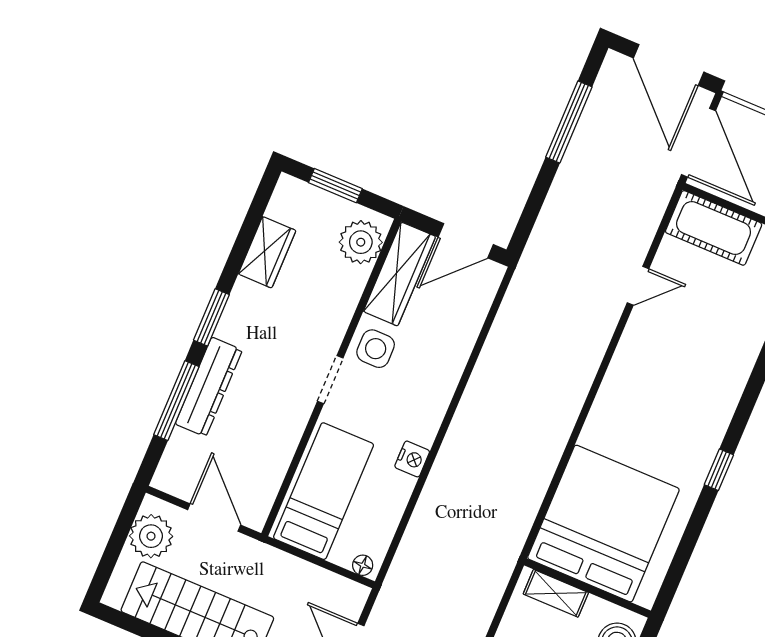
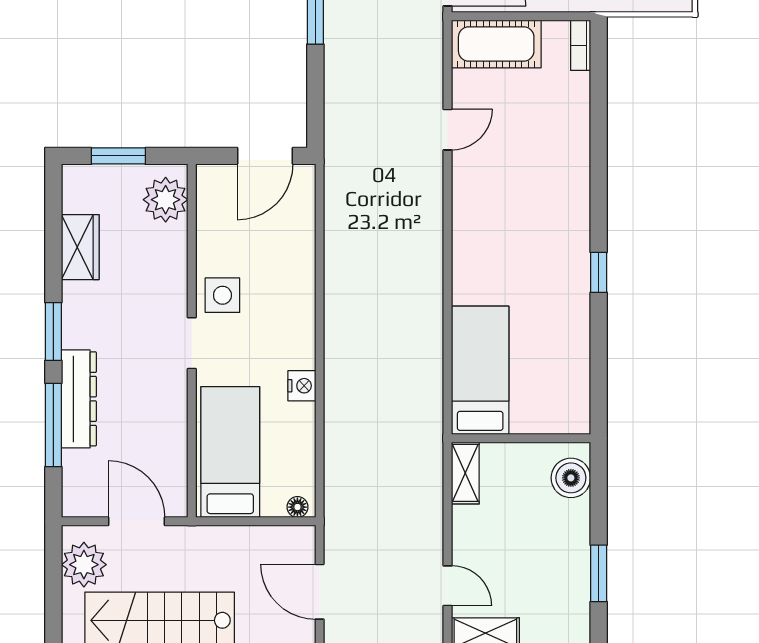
wardrobe: (399, 274) -> (215, 214), removed
bed: (603, 524) -> (480, 370), width x0.49
shelving: (556, 593) -> (465, 473), moved, turned 90

